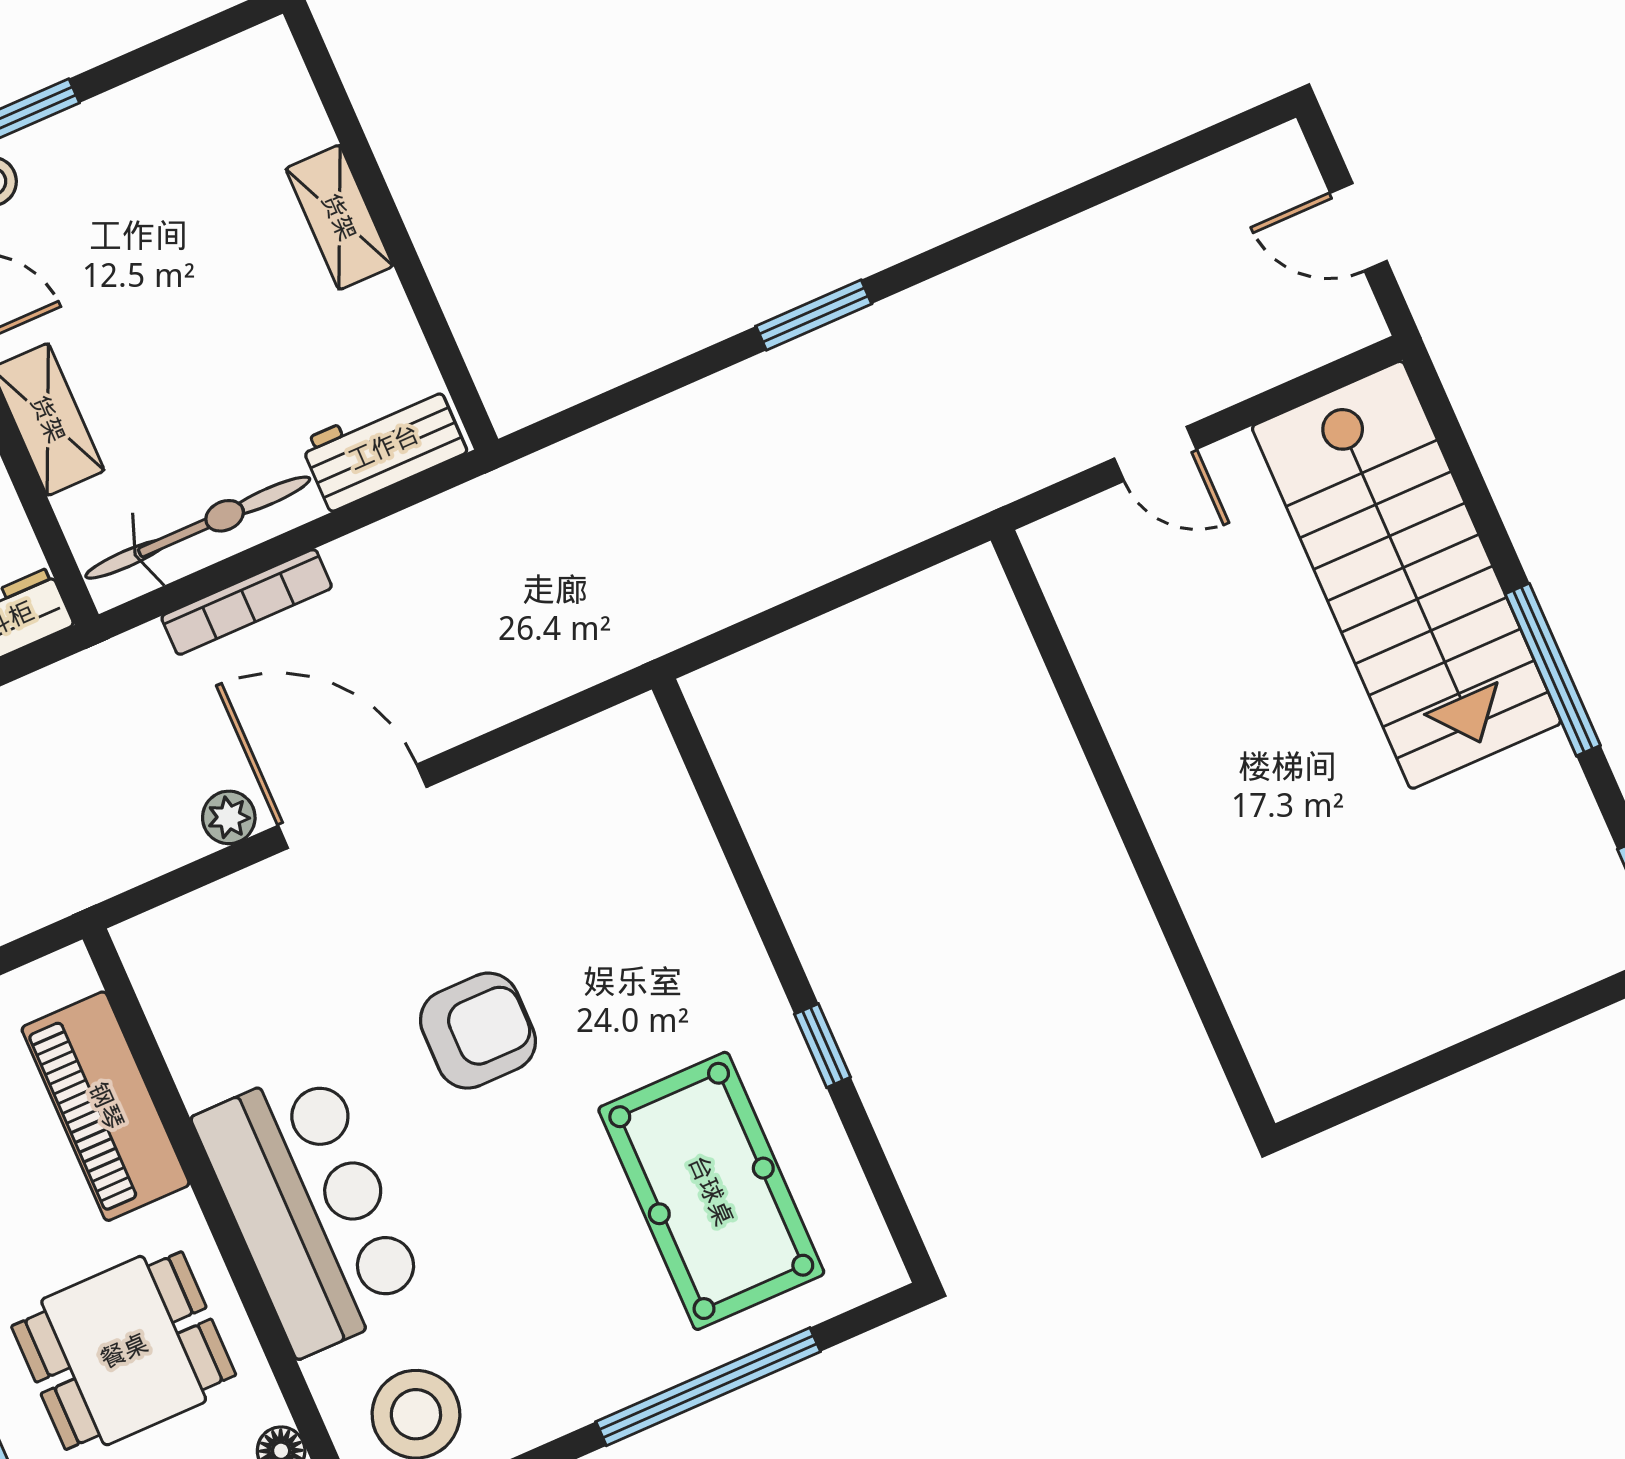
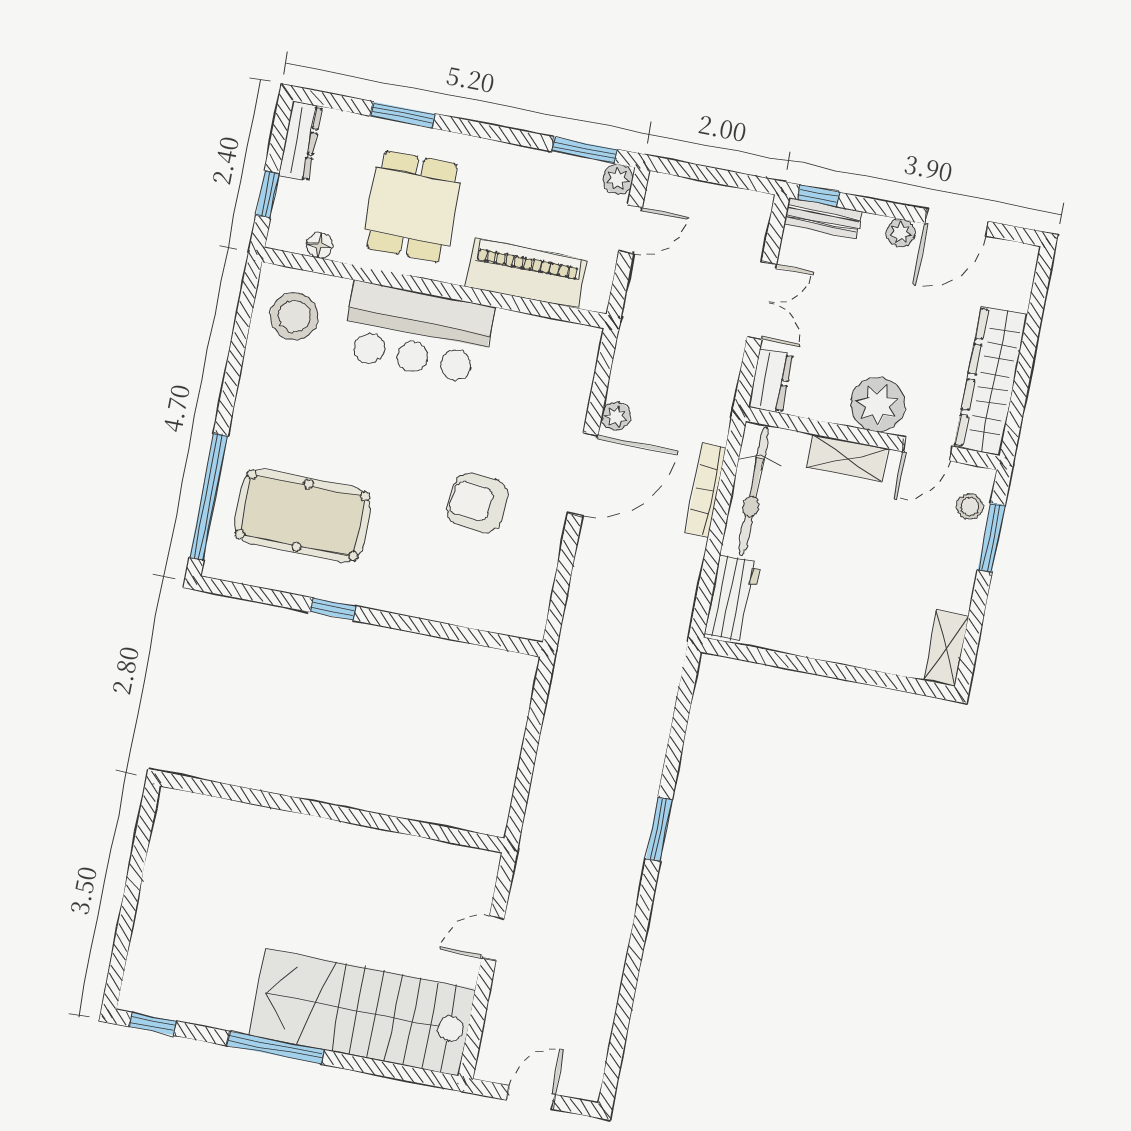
shelving: (339, 217) -> (946, 648), moved, turned 90
armchair: (478, 1031) -> (478, 503), moved, turned 95
window: (708, 1387) -> (209, 497), moved

